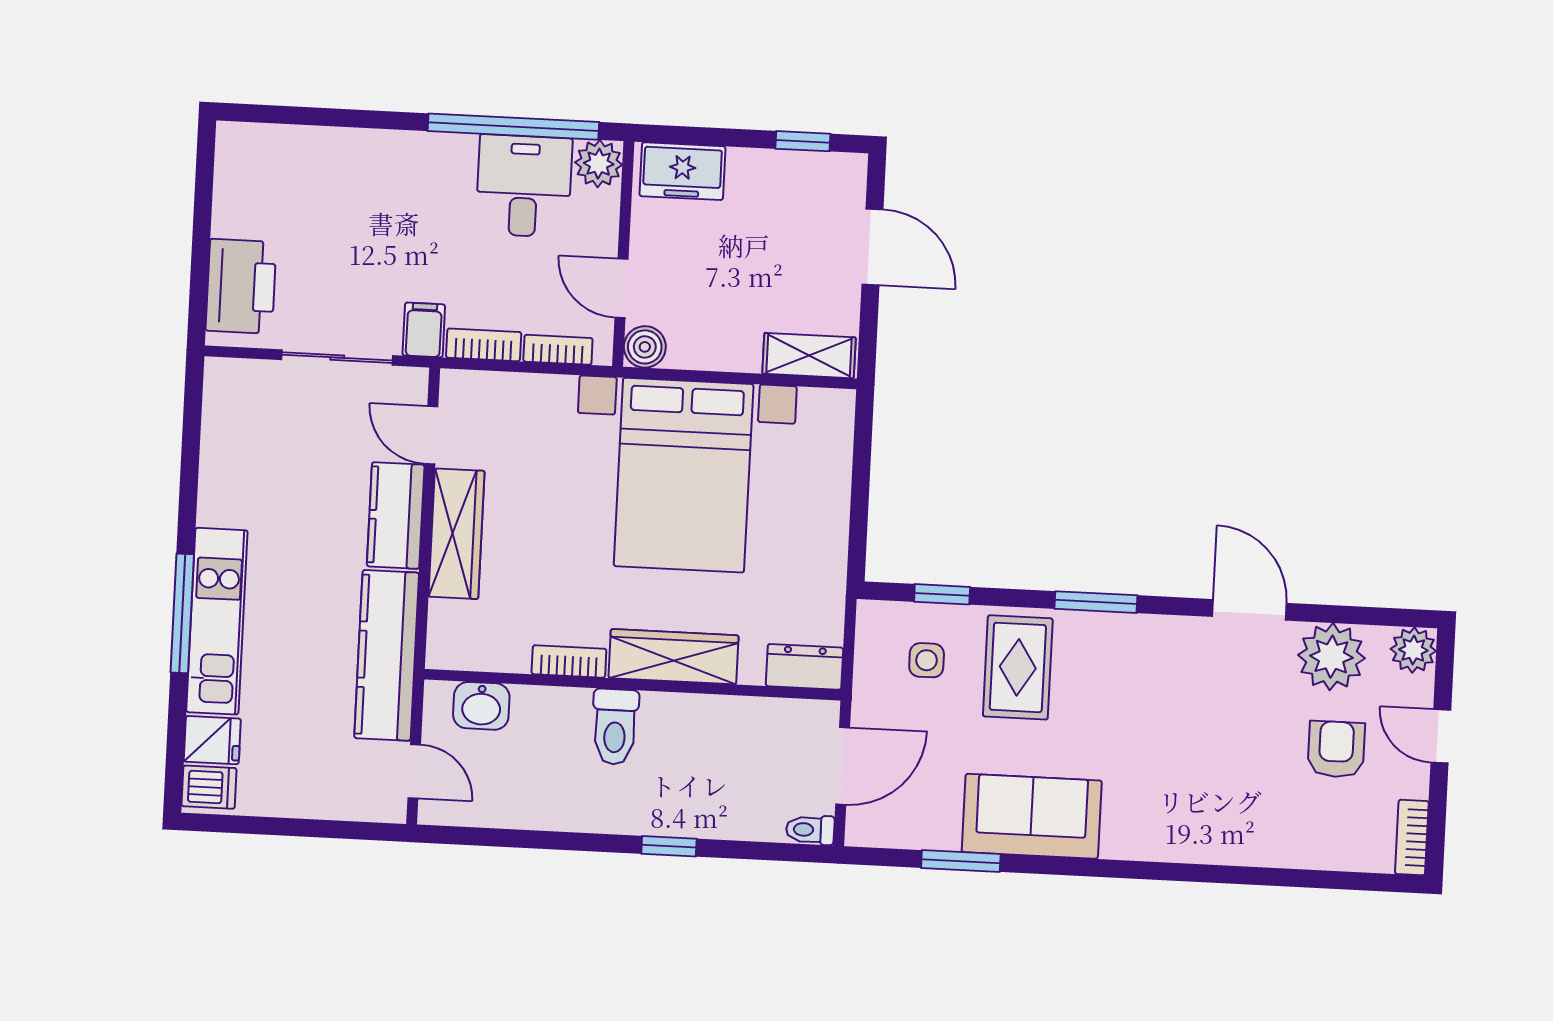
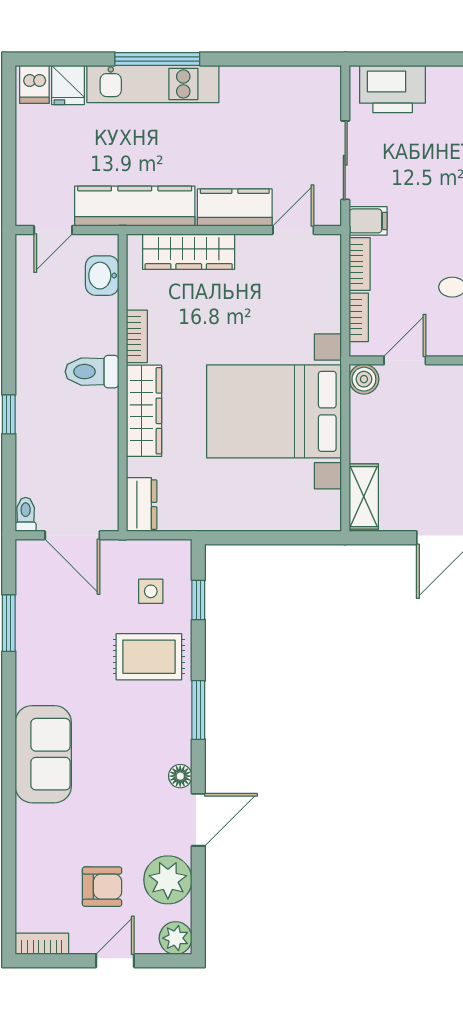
wardrobe: (457, 534) -> (189, 252), moved
floor lamp: (1187, 632) -> (180, 776), added
sofa: (1032, 816) -> (43, 754), moved

